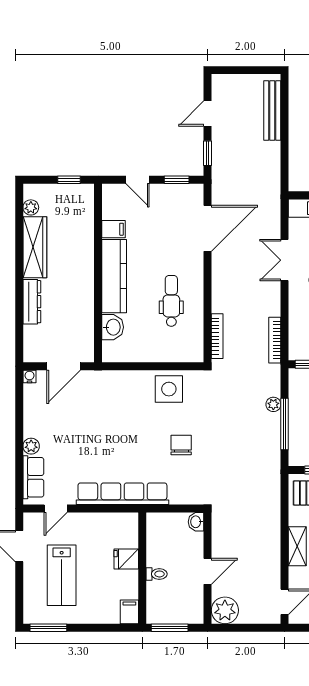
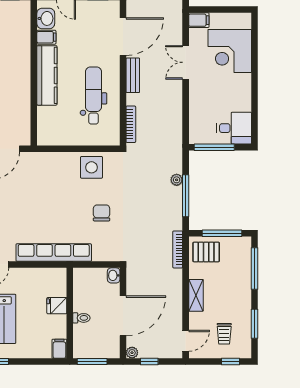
bench: (220, 276) -> (133, 75), added
dental chair: (171, 301) -> (94, 96), width x1.36, depth x1.38
washbasin: (113, 327) -> (46, 18), moved
bookcase: (275, 340) -> (178, 249), moved
door: (208, 571) -> (123, 316), width x1.88
plant: (225, 610) -> (132, 353), width x0.53, depth x0.53
window: (240, 628) -> (149, 362), added

